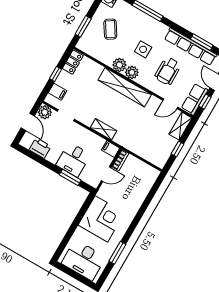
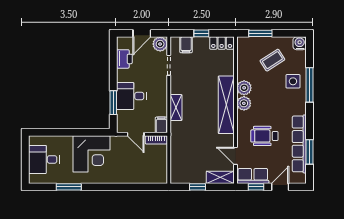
side table: (143, 49) -> (293, 81), moved
desk: (84, 260) -> (44, 159), width x0.73

